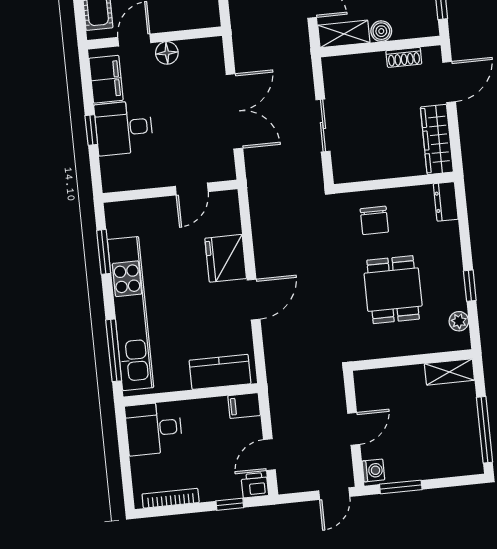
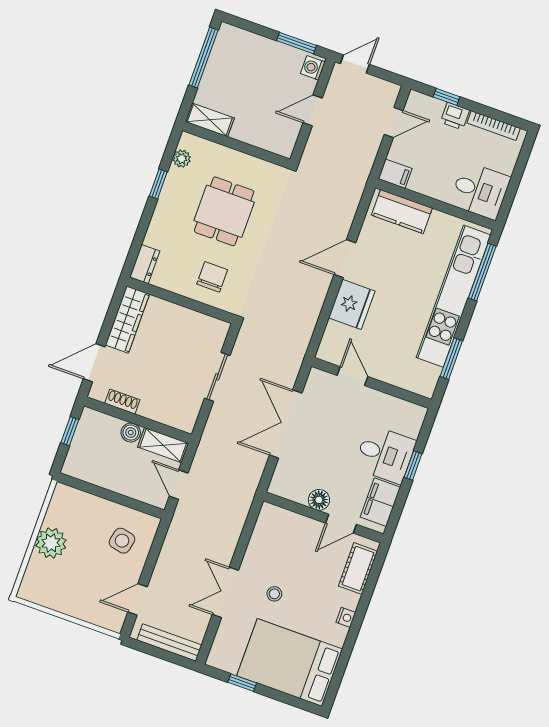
door: (192, 189) -> (352, 376), hinge flipped
printer: (255, 485) -> (455, 116), moved

